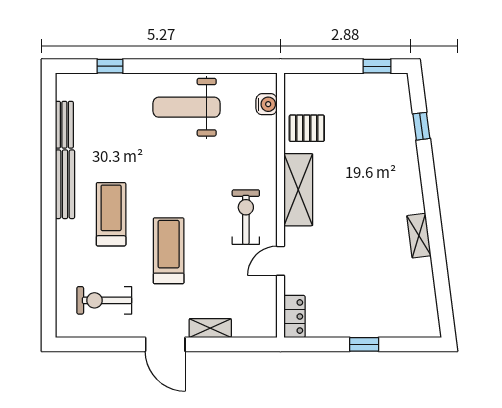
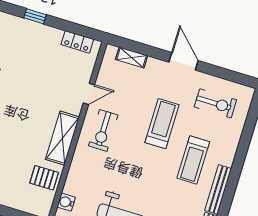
treadmill: (169, 251) -> (162, 124), turned 180
locker: (294, 316) -> (77, 42), moved, turned -90
shelving: (210, 328) -> (132, 58), moved
window: (364, 344) -> (35, 16), moved

